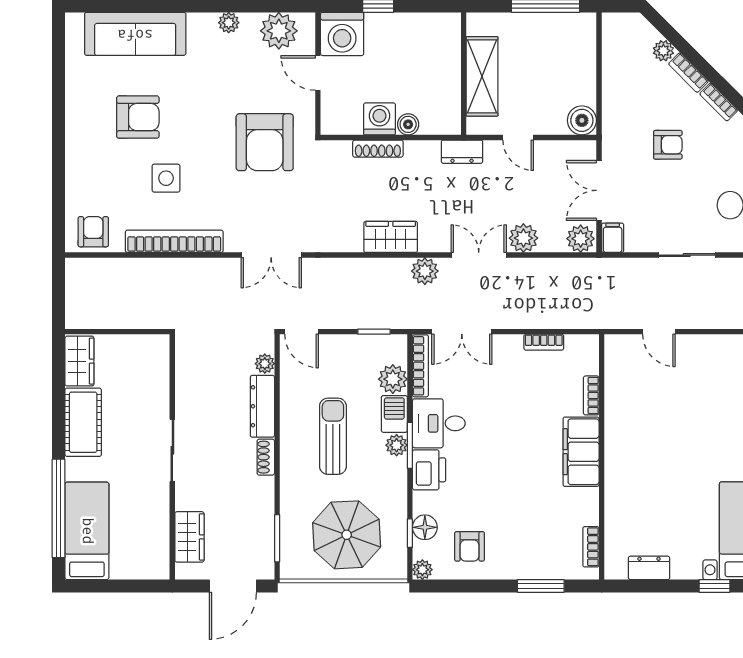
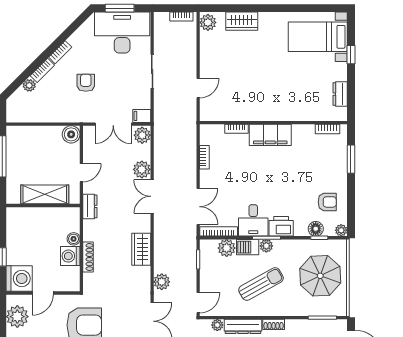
plant: (425, 271) -> (162, 282), moved
sun lounger: (333, 436) -> (261, 284), turned 151

